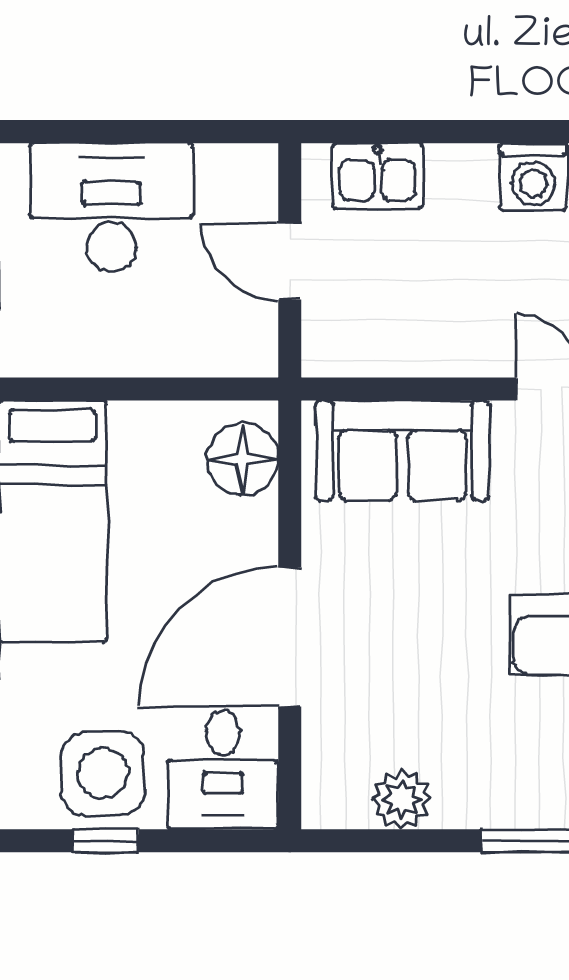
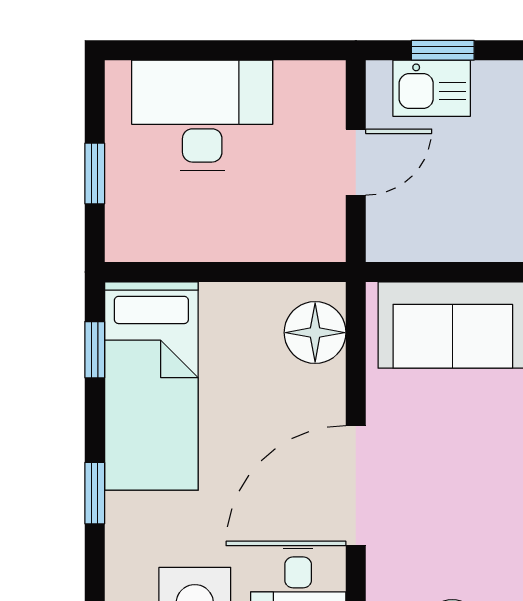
window: (391, 132) -> (443, 50), added
door: (290, 261) -> (356, 162), swing flipped

